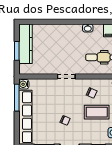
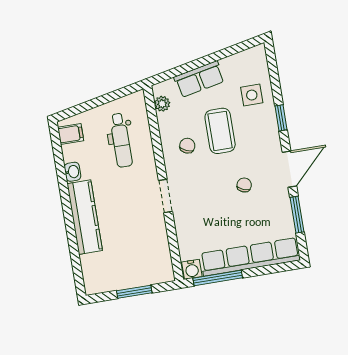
kitchen counter: (26, 44) -> (85, 217), moved, turned 90

